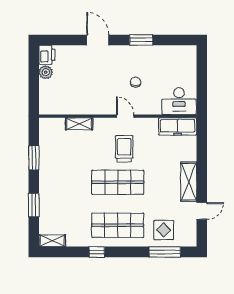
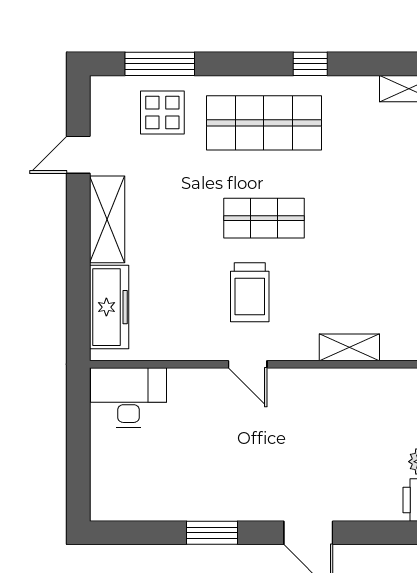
chair: (136, 82) -> (225, 439), removed
freezer: (178, 126) -> (109, 307), moved, turned 90
shop shelf: (118, 182) -> (264, 218), width x0.70, depth x0.74

